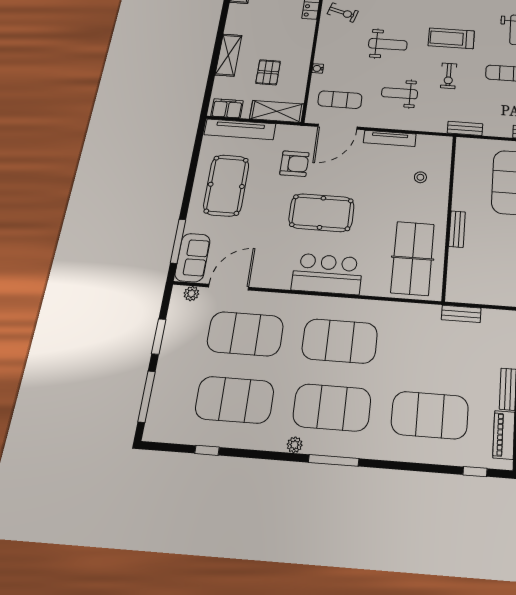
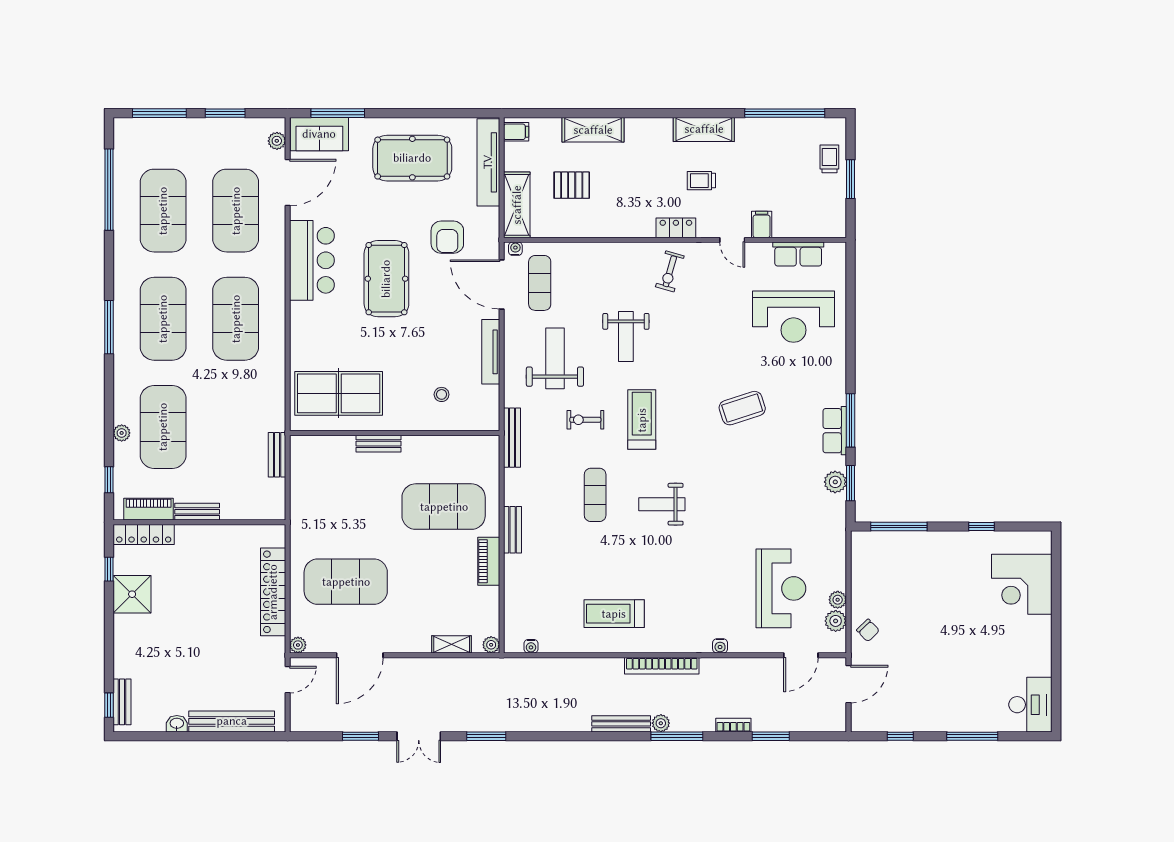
water cooler: (318, 68) -> (515, 249), moved
weight bench: (400, 93) -> (555, 358), width x1.36, depth x1.33
filing cabinet: (227, 108) -> (516, 132), width x0.50
bench: (465, 128) -> (512, 438), width x1.36
bar counter: (327, 274) -> (312, 260), moved
door: (229, 287) -> (288, 182), hinge flipped
plant: (295, 445) -> (122, 433), moved
window: (207, 450) -> (109, 190), width x3.17

